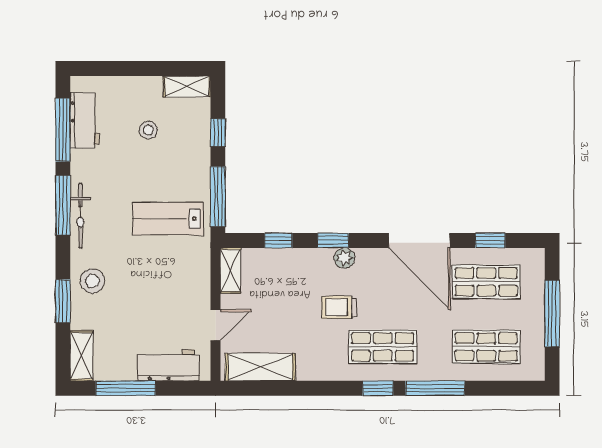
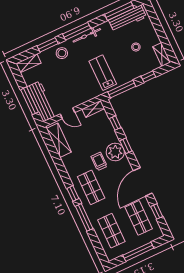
workbench: (85, 120) -> (127, 19), width x1.38
window: (63, 205) -> (77, 31), moved
plant: (344, 258) -> (115, 152), width x1.88, depth x1.88
workbench: (168, 365) -> (42, 101), width x1.38
window: (126, 388) -> (30, 101), moved

